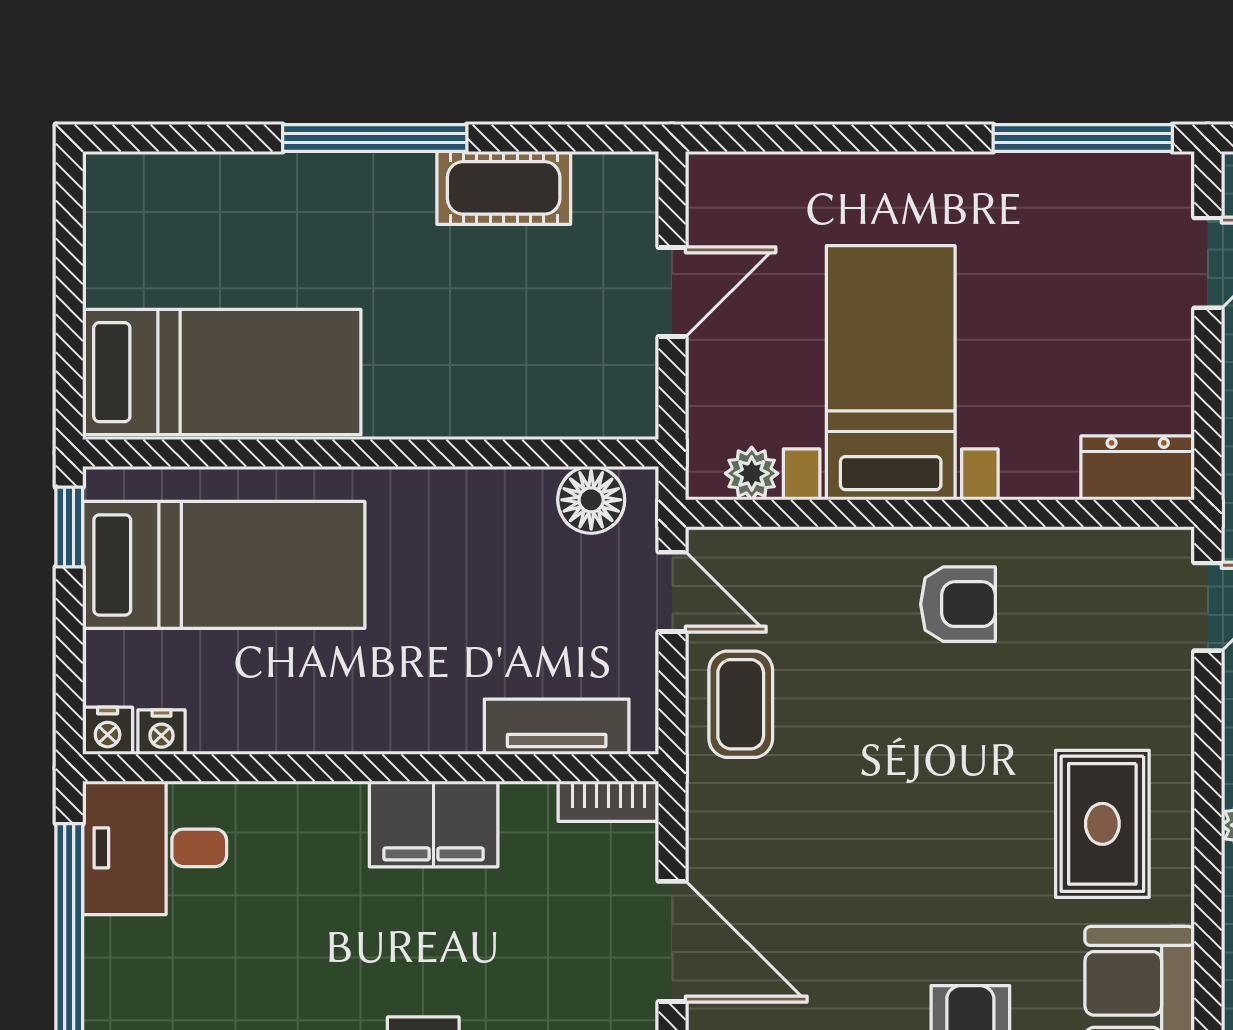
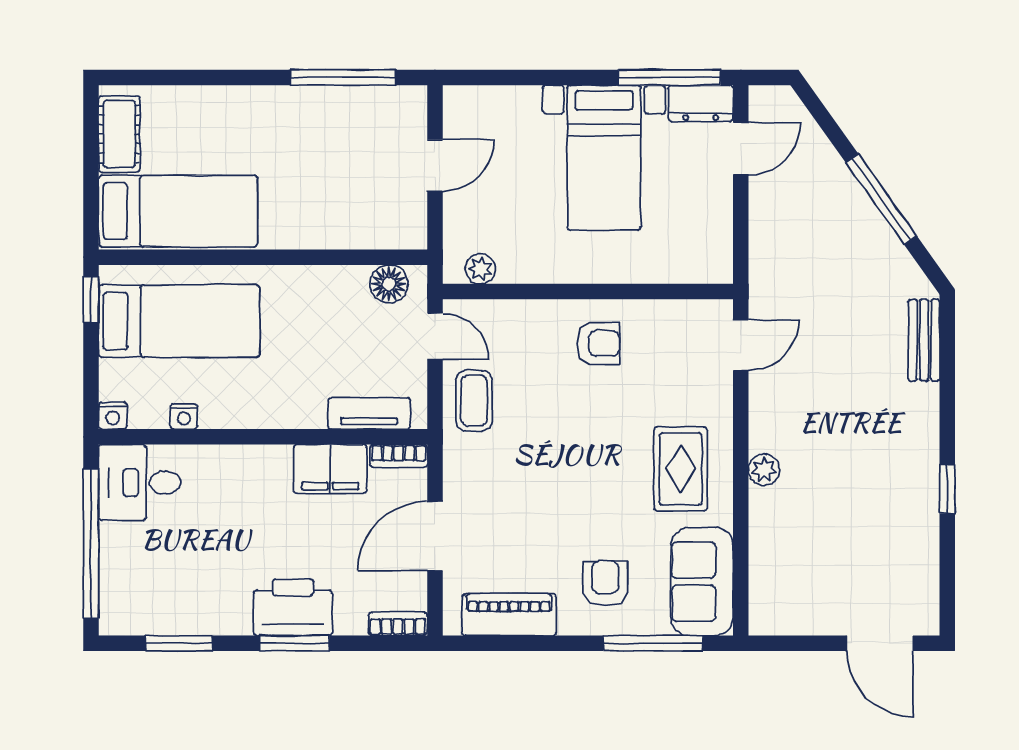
window: (375, 138) -> (343, 77), moved
cot: (504, 188) -> (119, 134), moved, turned 90
bed with nightstands: (891, 373) -> (604, 158), moved, turned 180
dresser: (1138, 468) -> (701, 103), moved, turned 180
nightstand: (161, 732) -> (184, 416), moved
filing cabinet: (434, 824) -> (330, 469), moved
door: (672, 941) -> (435, 536), swing flipped

